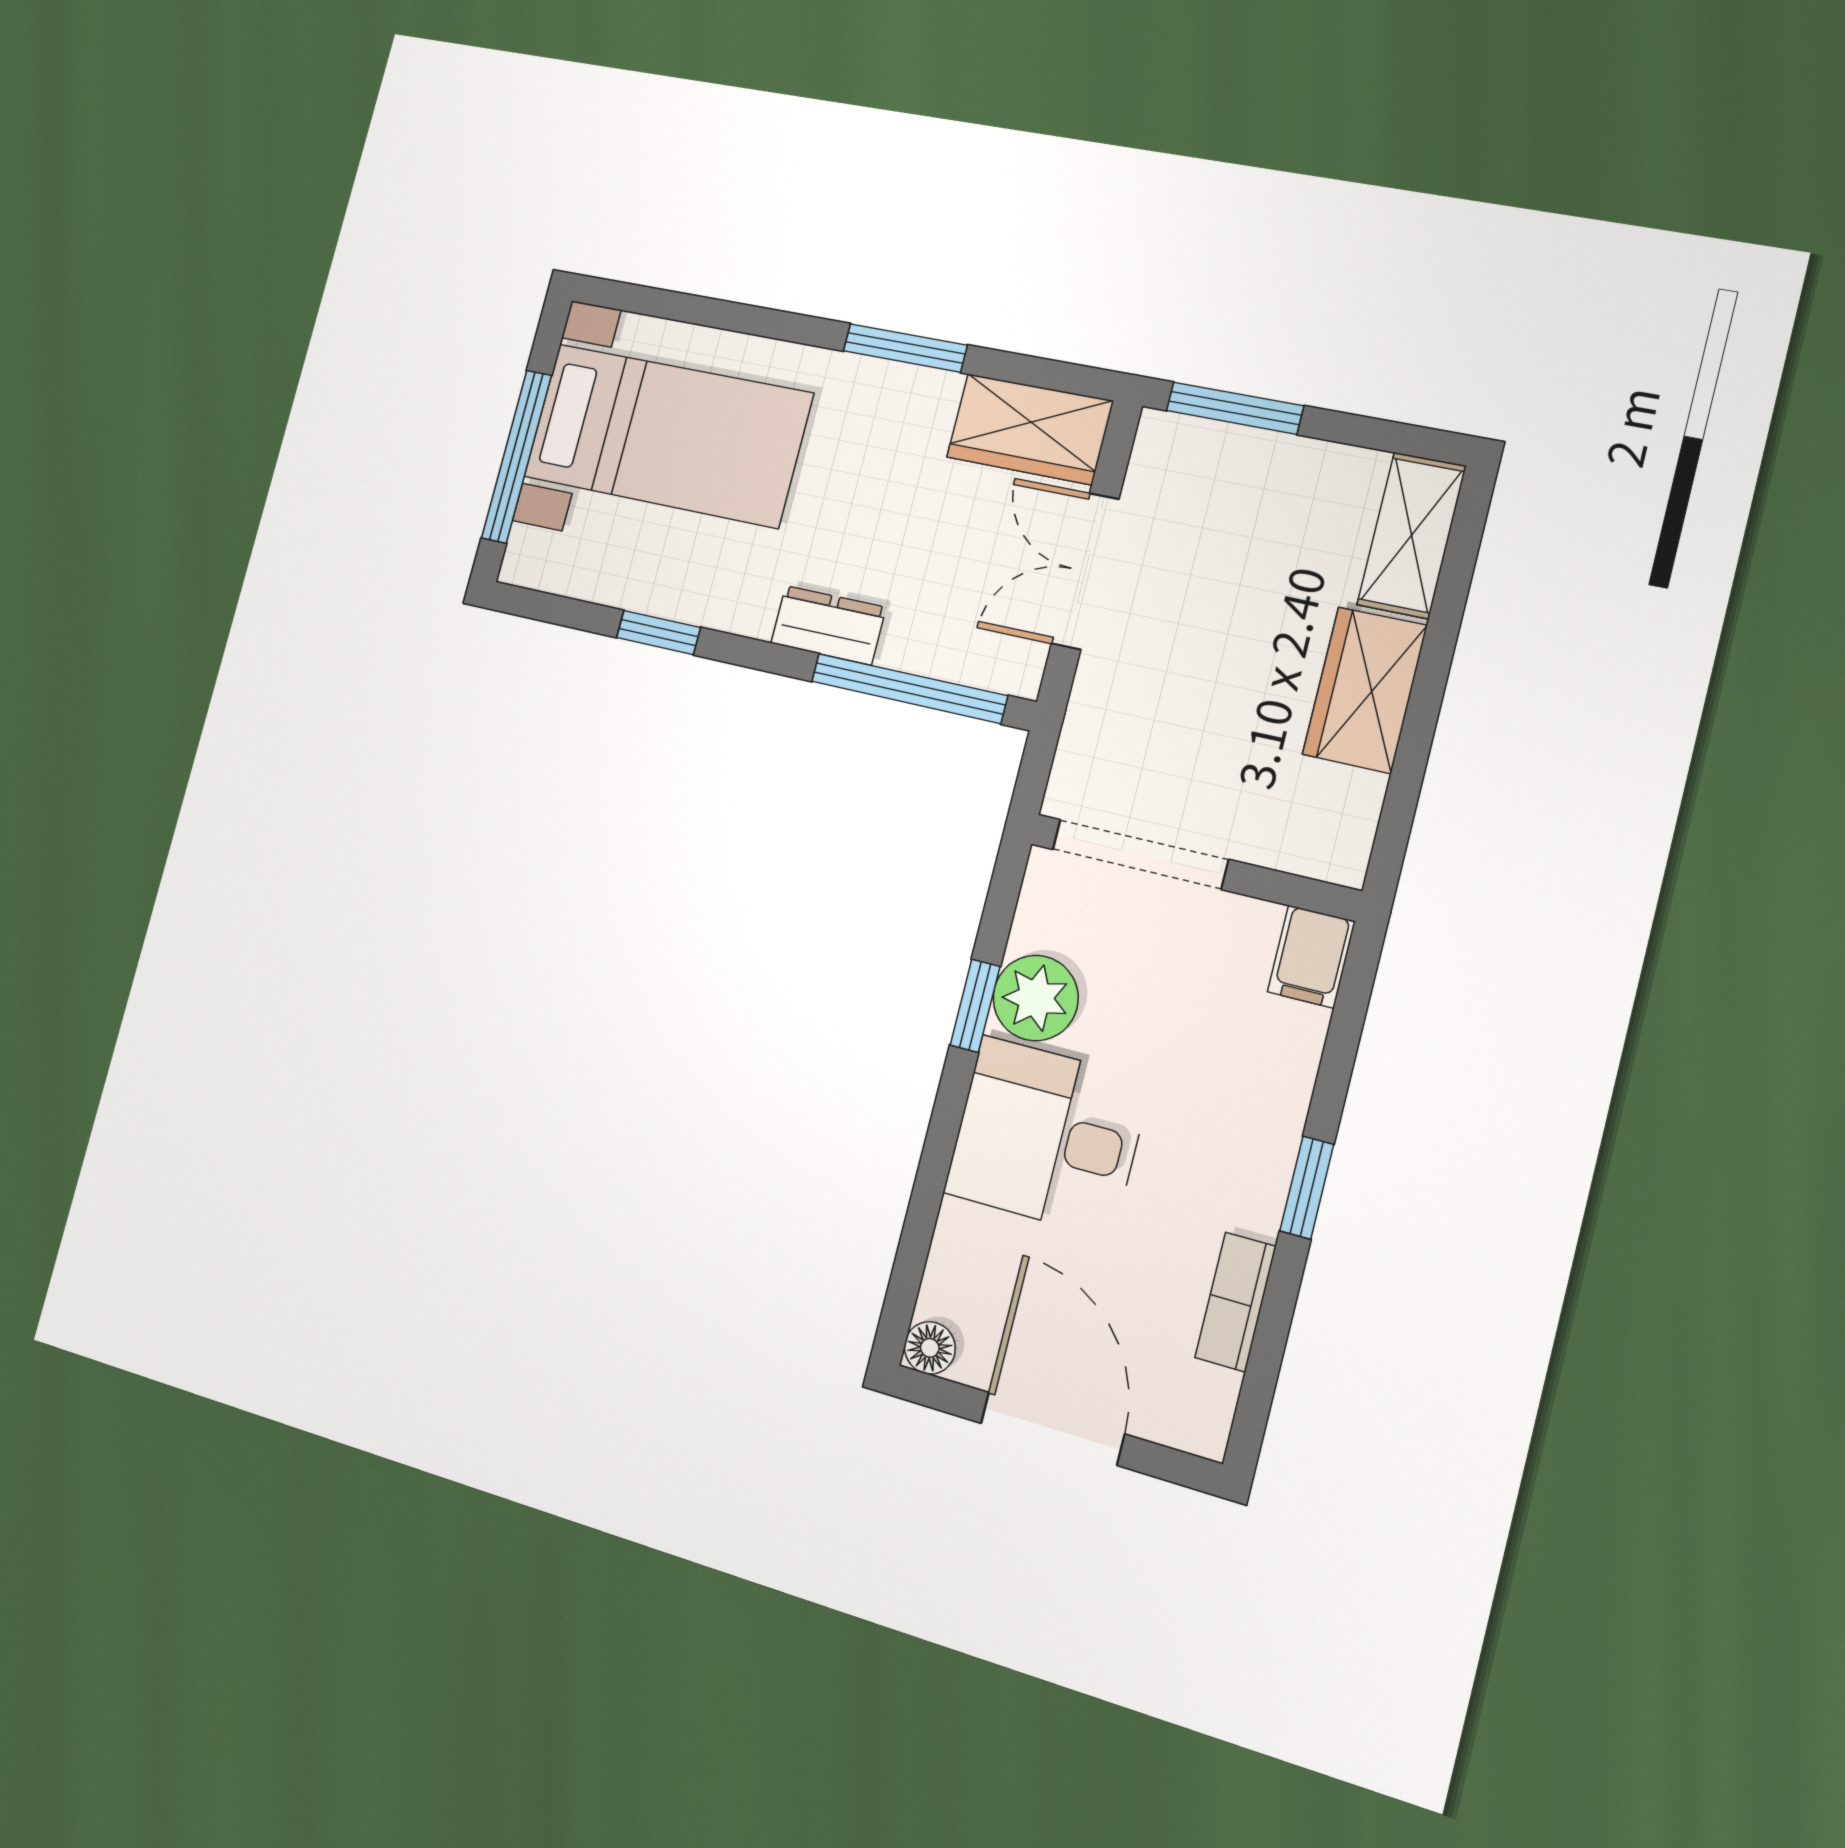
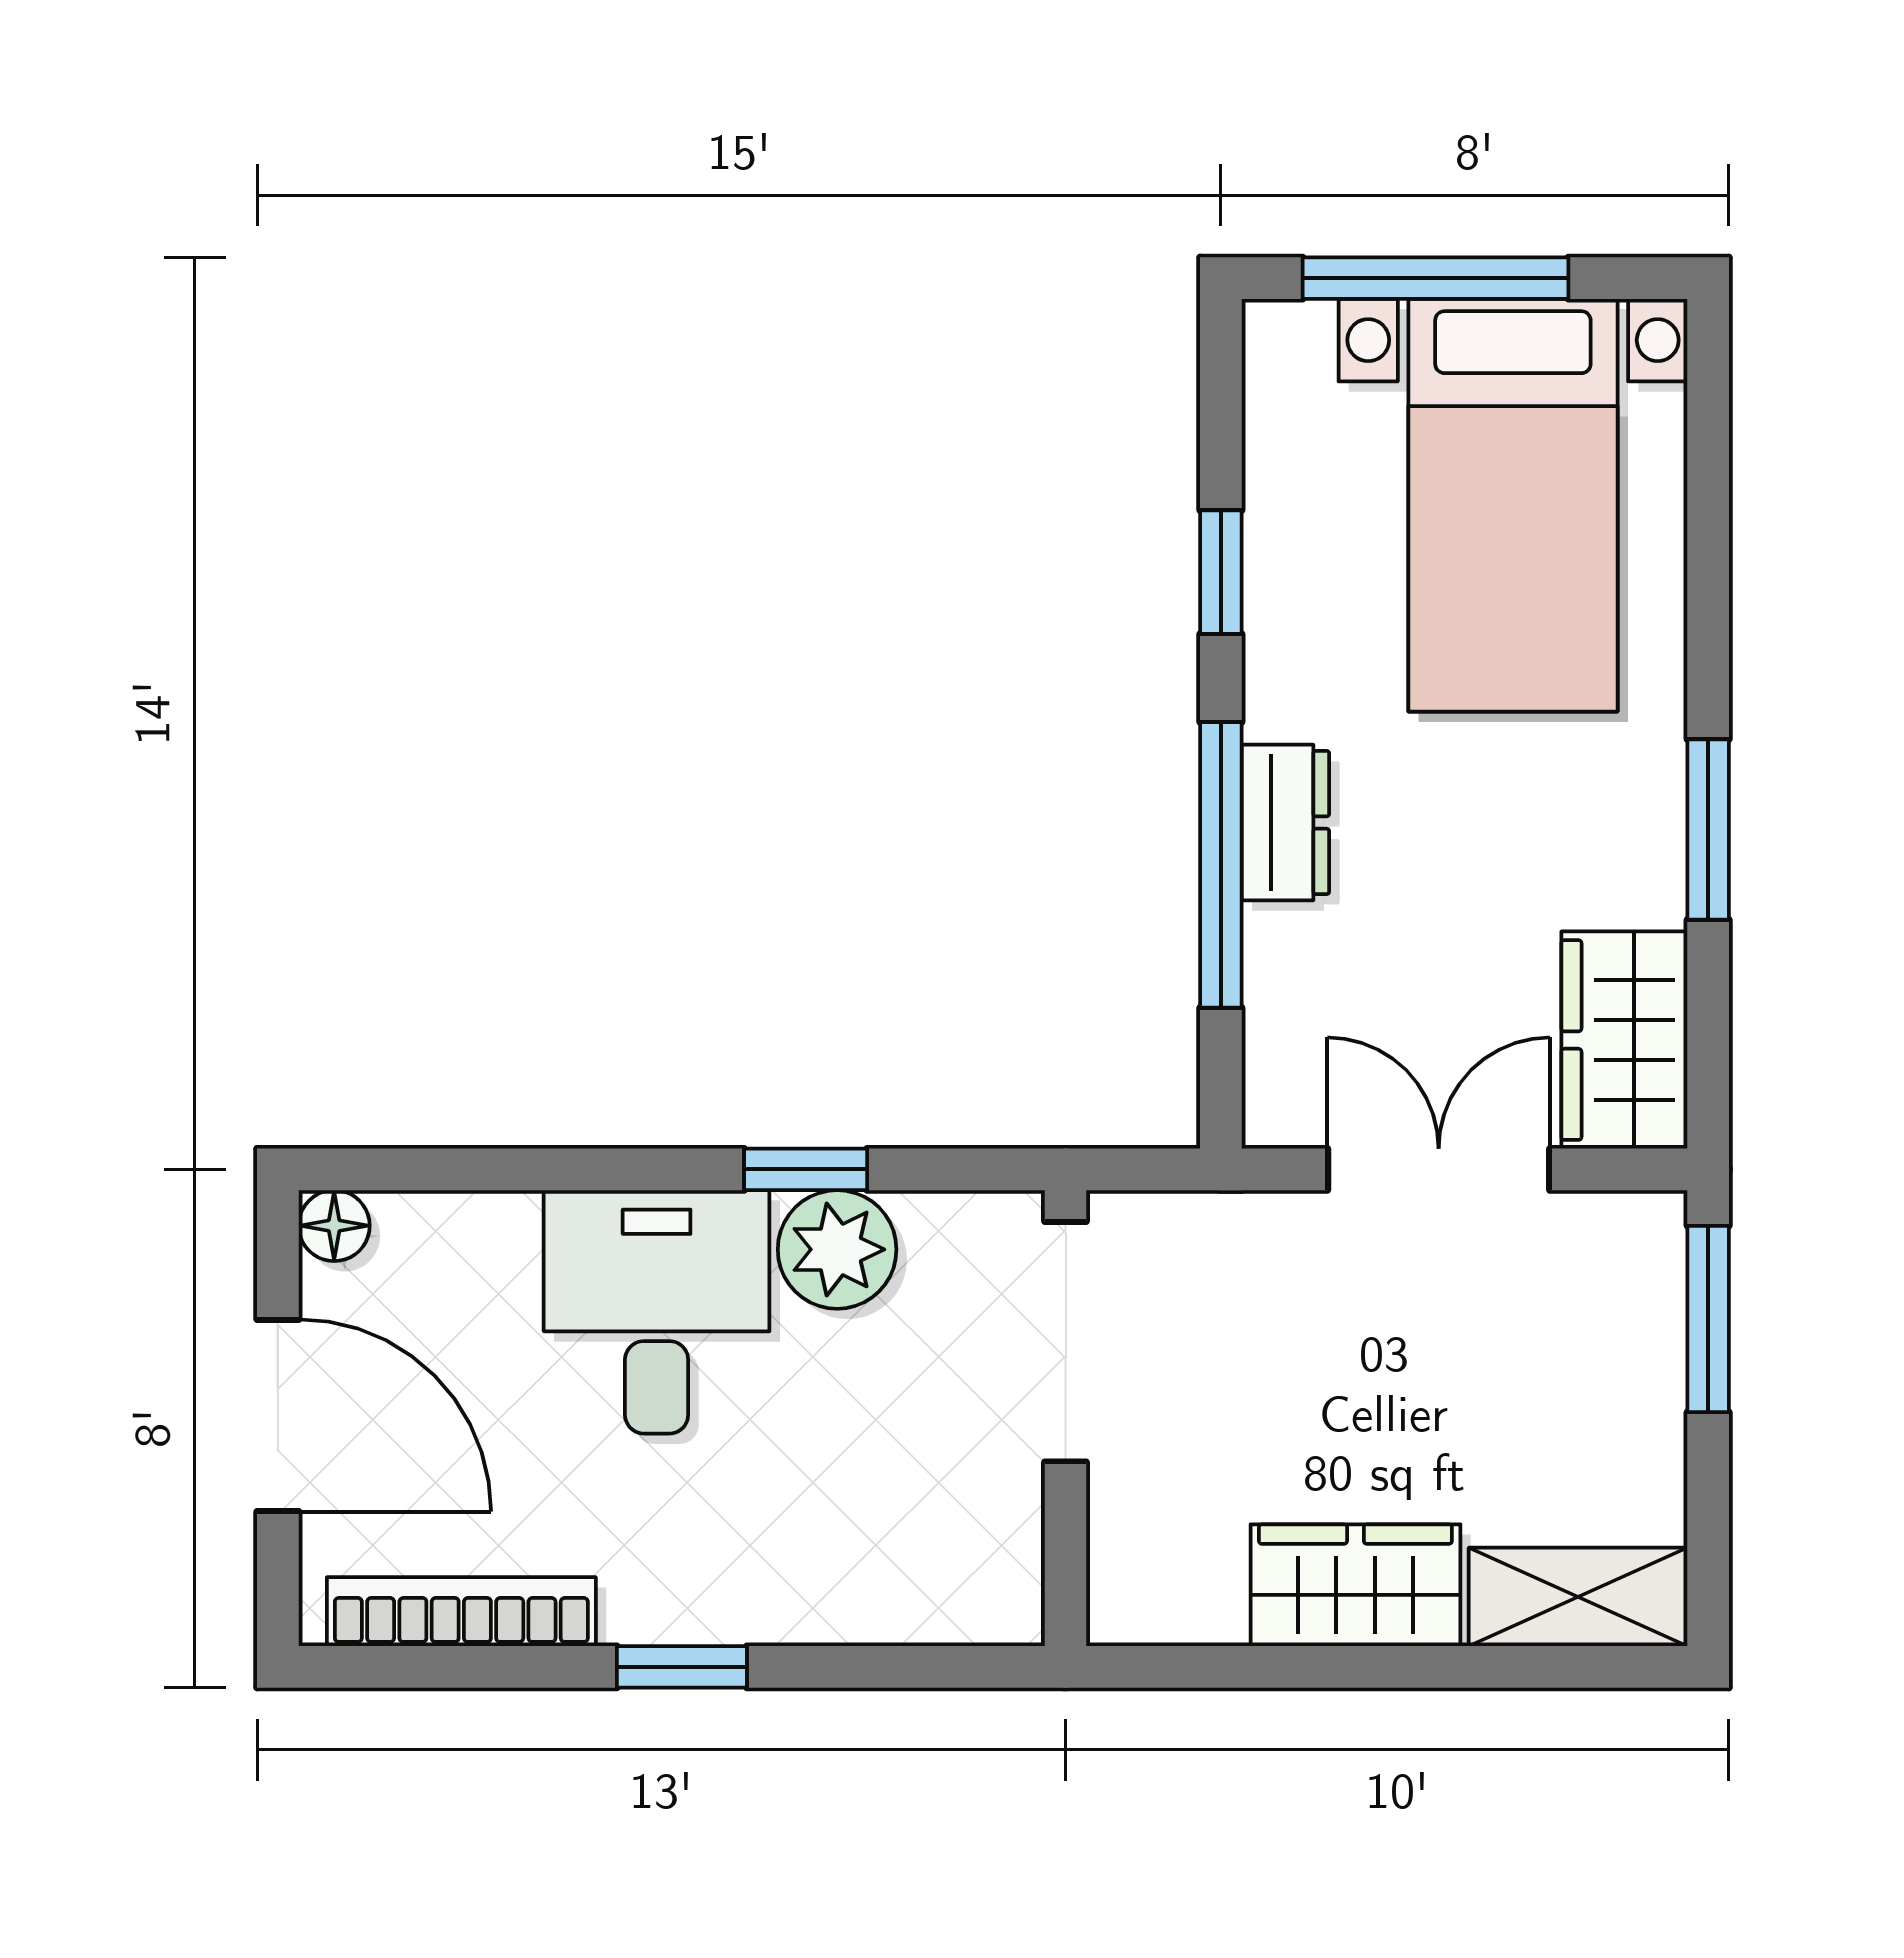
window: (909, 688) -> (1221, 865), moved
filing cabinet: (1311, 957) -> (984, 1600), removed
bookcase: (1236, 1302) -> (461, 1612), width x1.56
door: (1052, 1429) -> (278, 1415), hinge flipped

